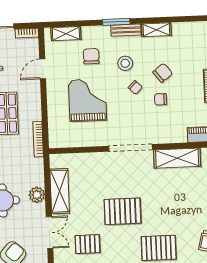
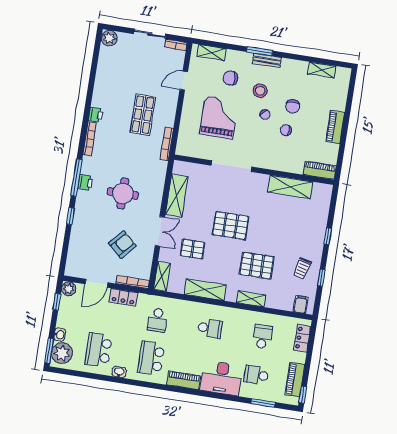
shelving: (156, 30) -> (322, 70), moved
chair: (91, 56) -> (230, 78), turned -90
chair: (163, 73) -> (293, 106), turned 123
doorway: (130, 148) -> (231, 166), moved
plant: (37, 195) -> (155, 195), removed

